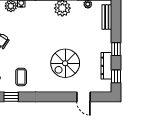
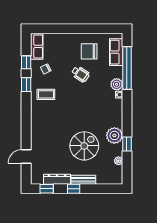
bench: (107, 17) -> (83, 180), moved
spiral stairs: (65, 63) -> (84, 146), moved, turned 90

